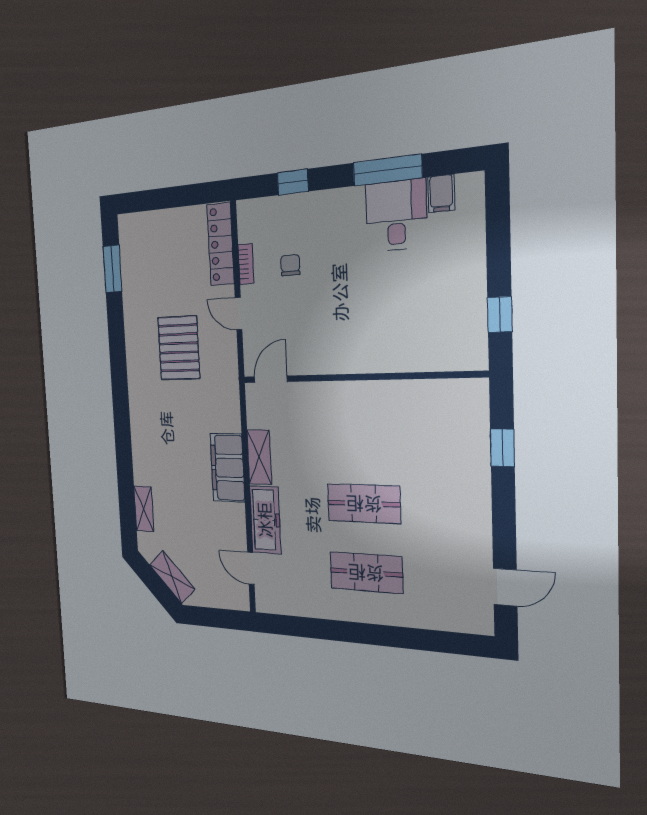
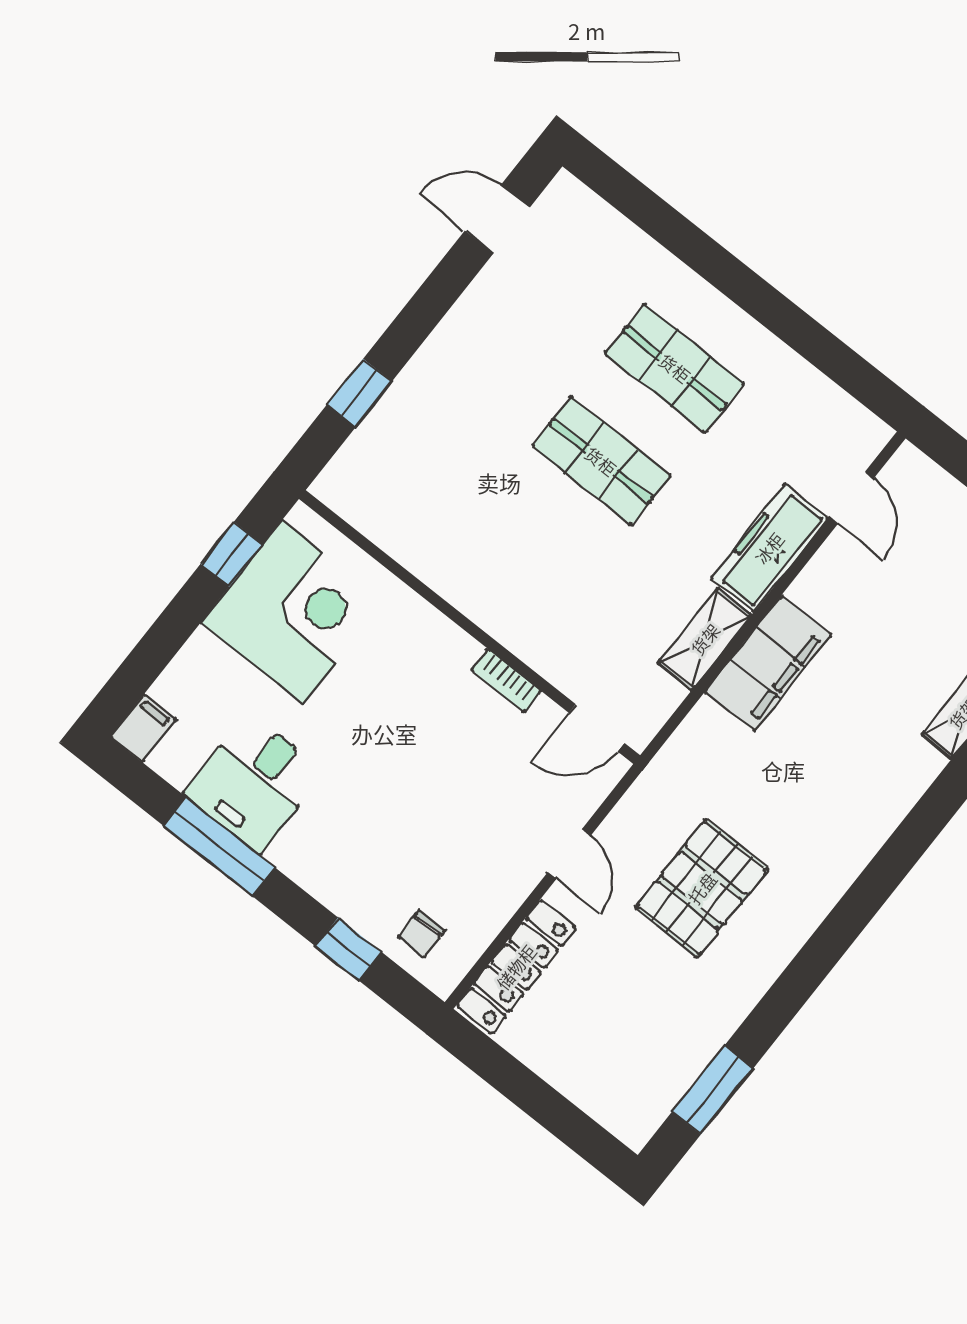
filing cabinet: (441, 193) -> (143, 728), moved
bookcase: (246, 264) -> (506, 681), moved, turned -90
chair: (290, 265) -> (422, 934), moved
corner desk: (446, 312) -> (293, 612), added

